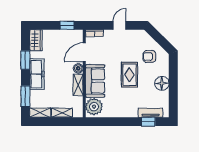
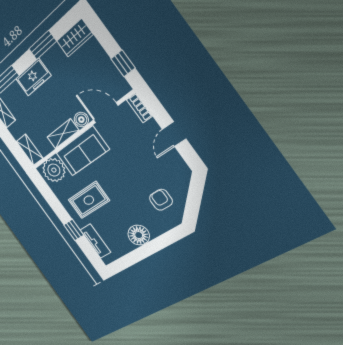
door: (120, 25) -> (174, 134), swing flipped
freezer: (37, 74) -> (33, 77), width x0.71
rug: (129, 75) -> (89, 200), moved
shelving: (62, 113) -> (30, 150), moved
window: (148, 122) -> (74, 230), moved

